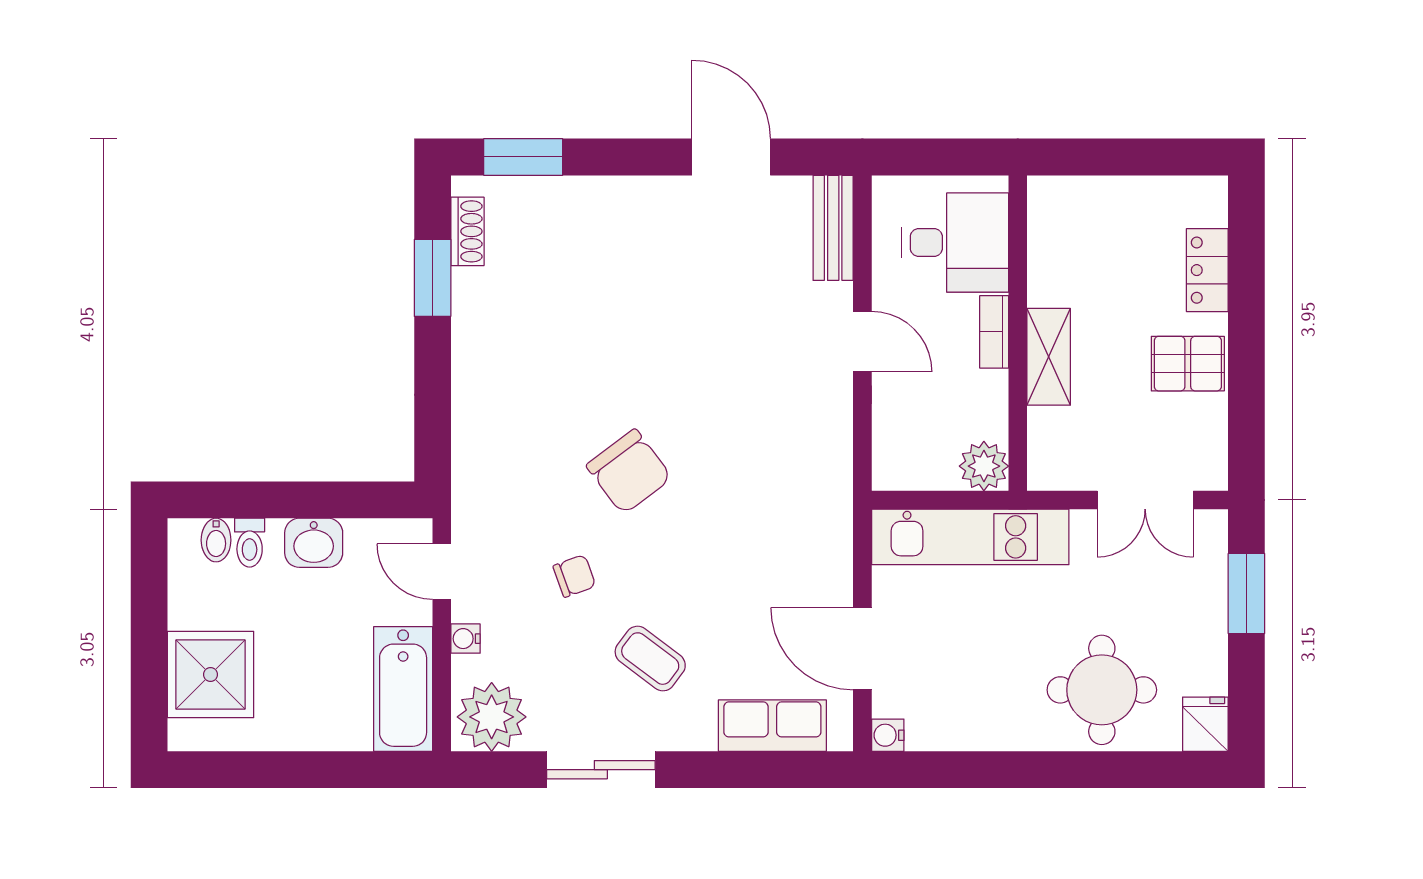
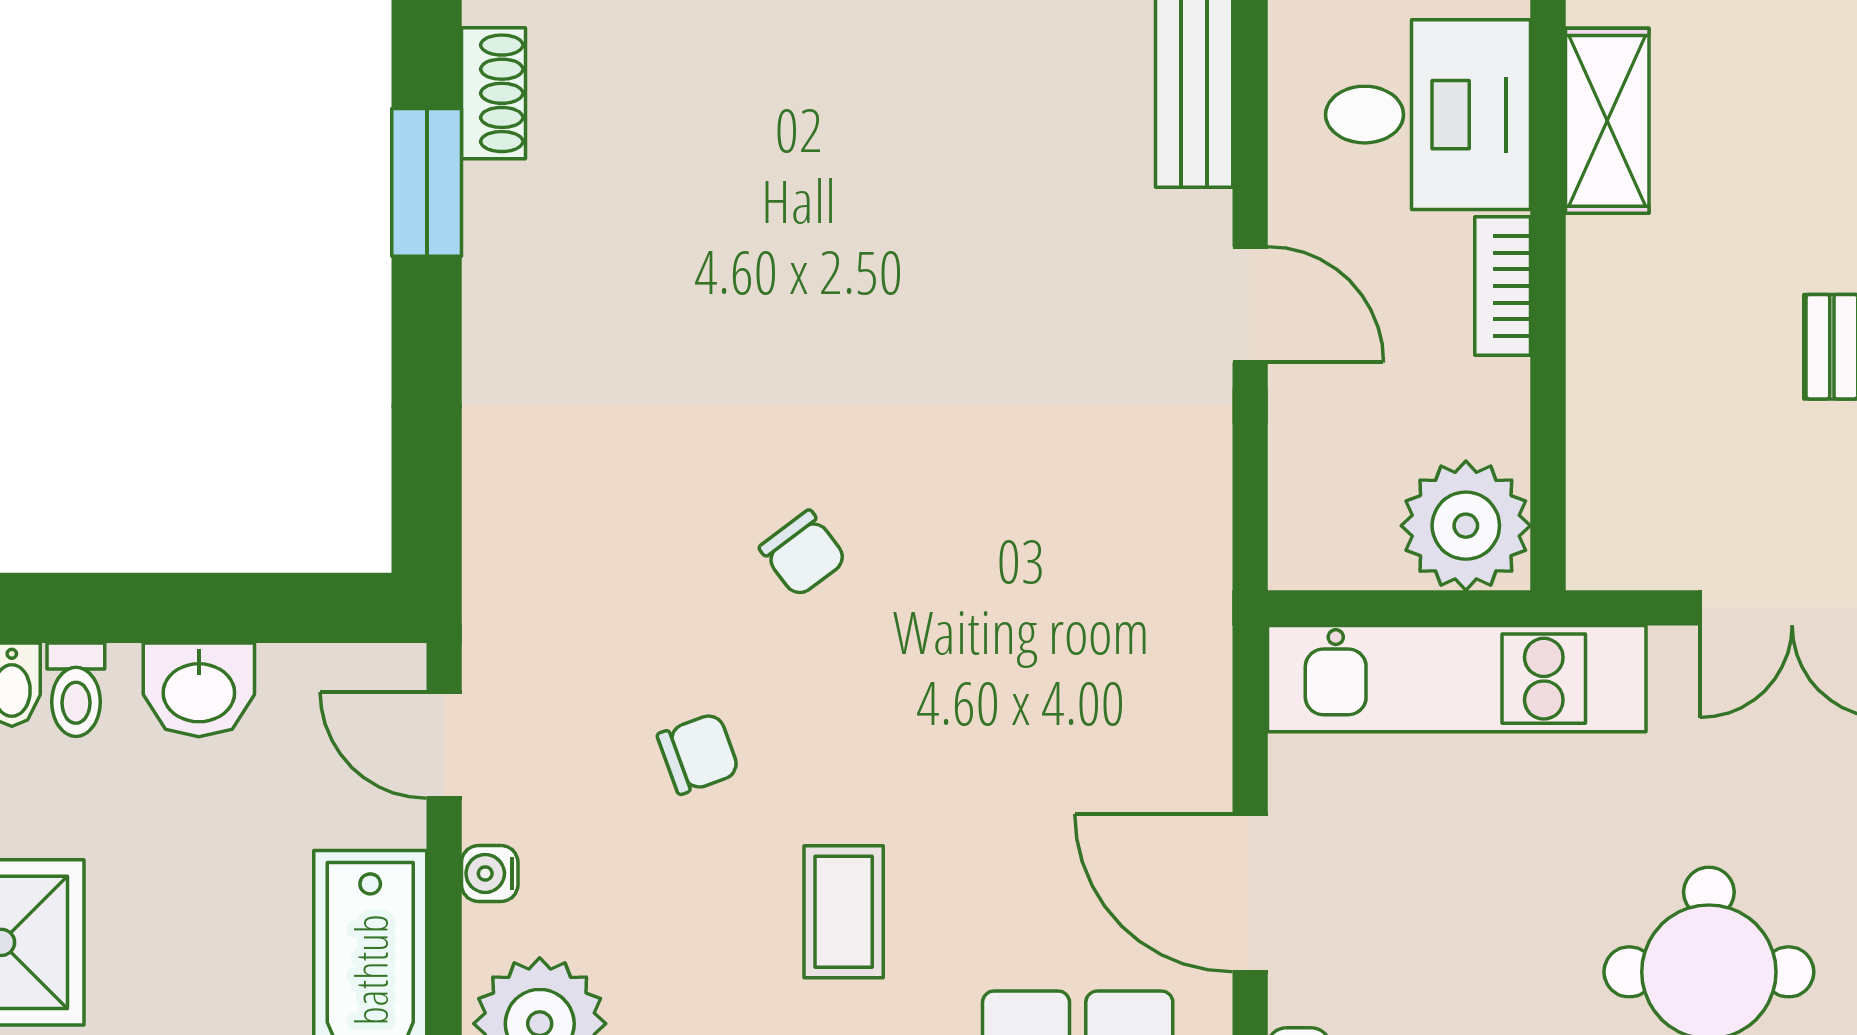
shelving: (1049, 357) -> (1607, 121), moved
plant: (984, 466) -> (1466, 526), width x1.36, depth x1.36
chair: (629, 472) -> (803, 554), width x0.54, depth x0.54
coffee table: (650, 659) -> (844, 912), turned 53

